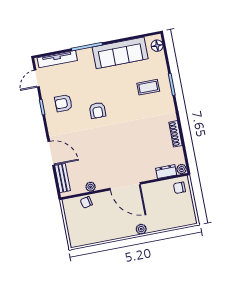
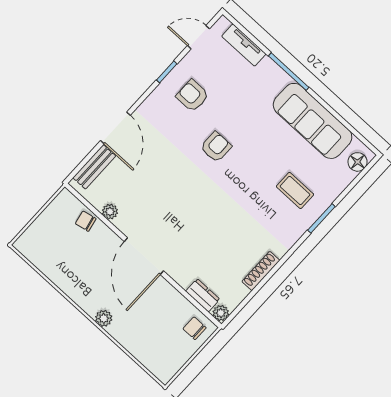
tv unit: (57, 59) -> (244, 45), width x0.71
armchair: (98, 110) -> (216, 147), turned 180

